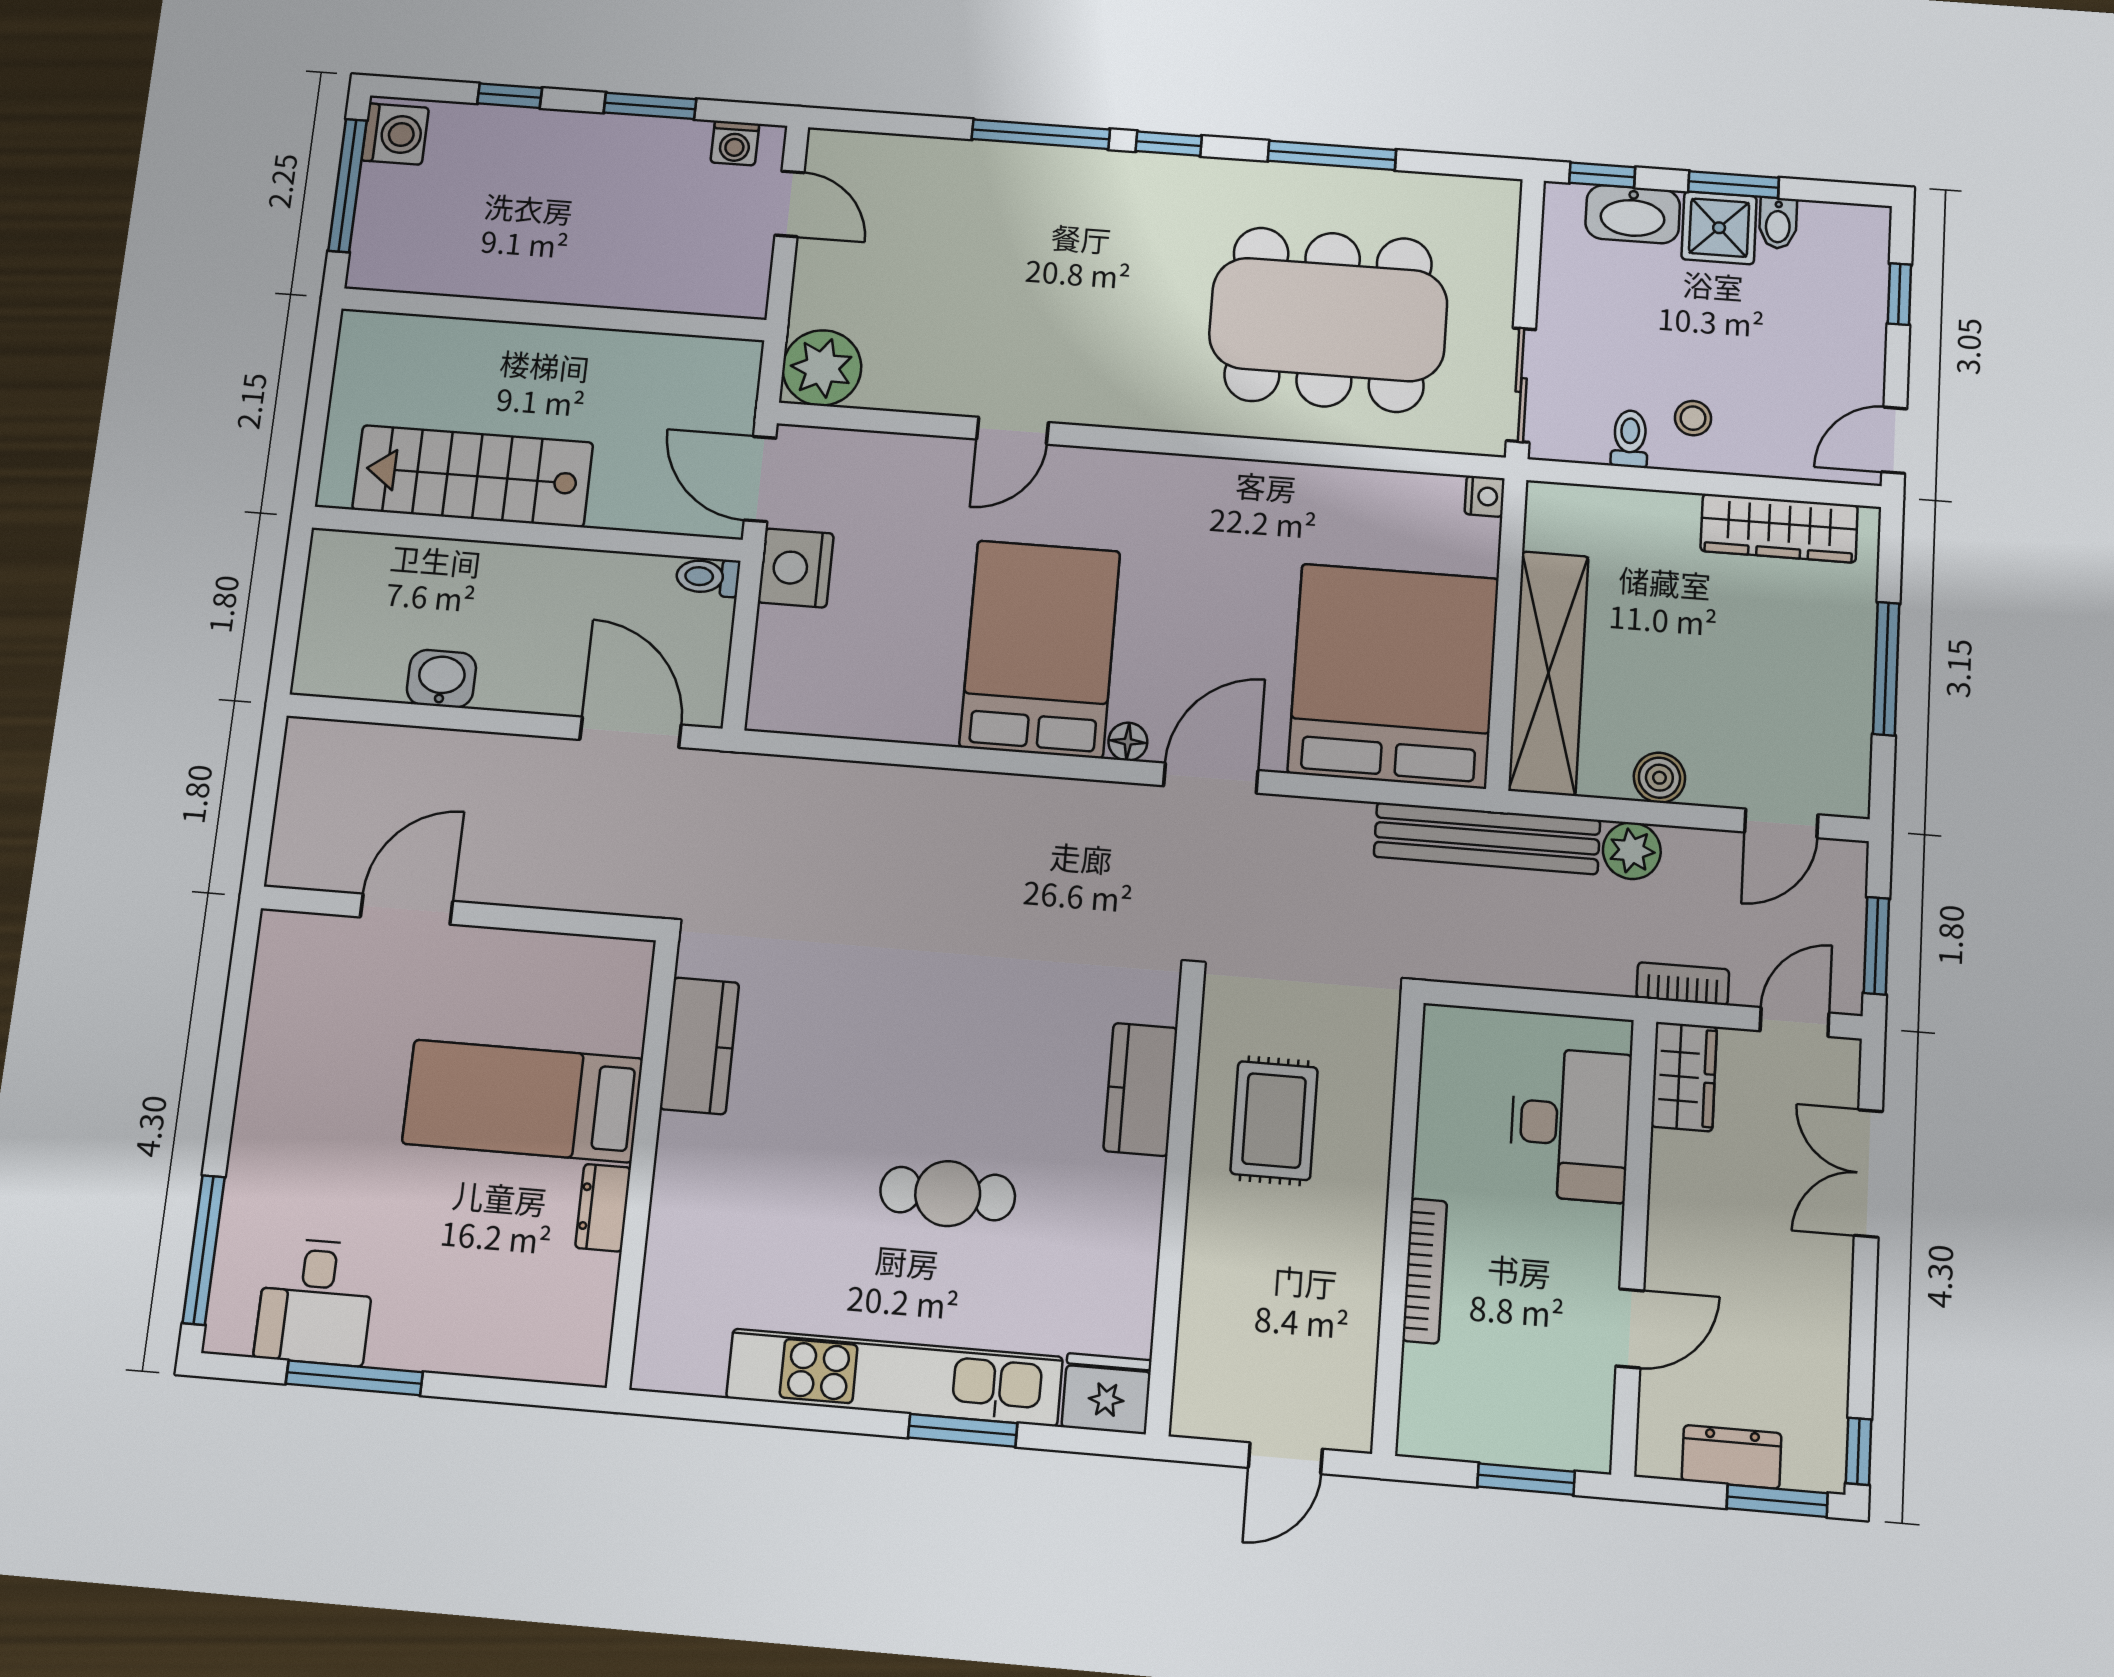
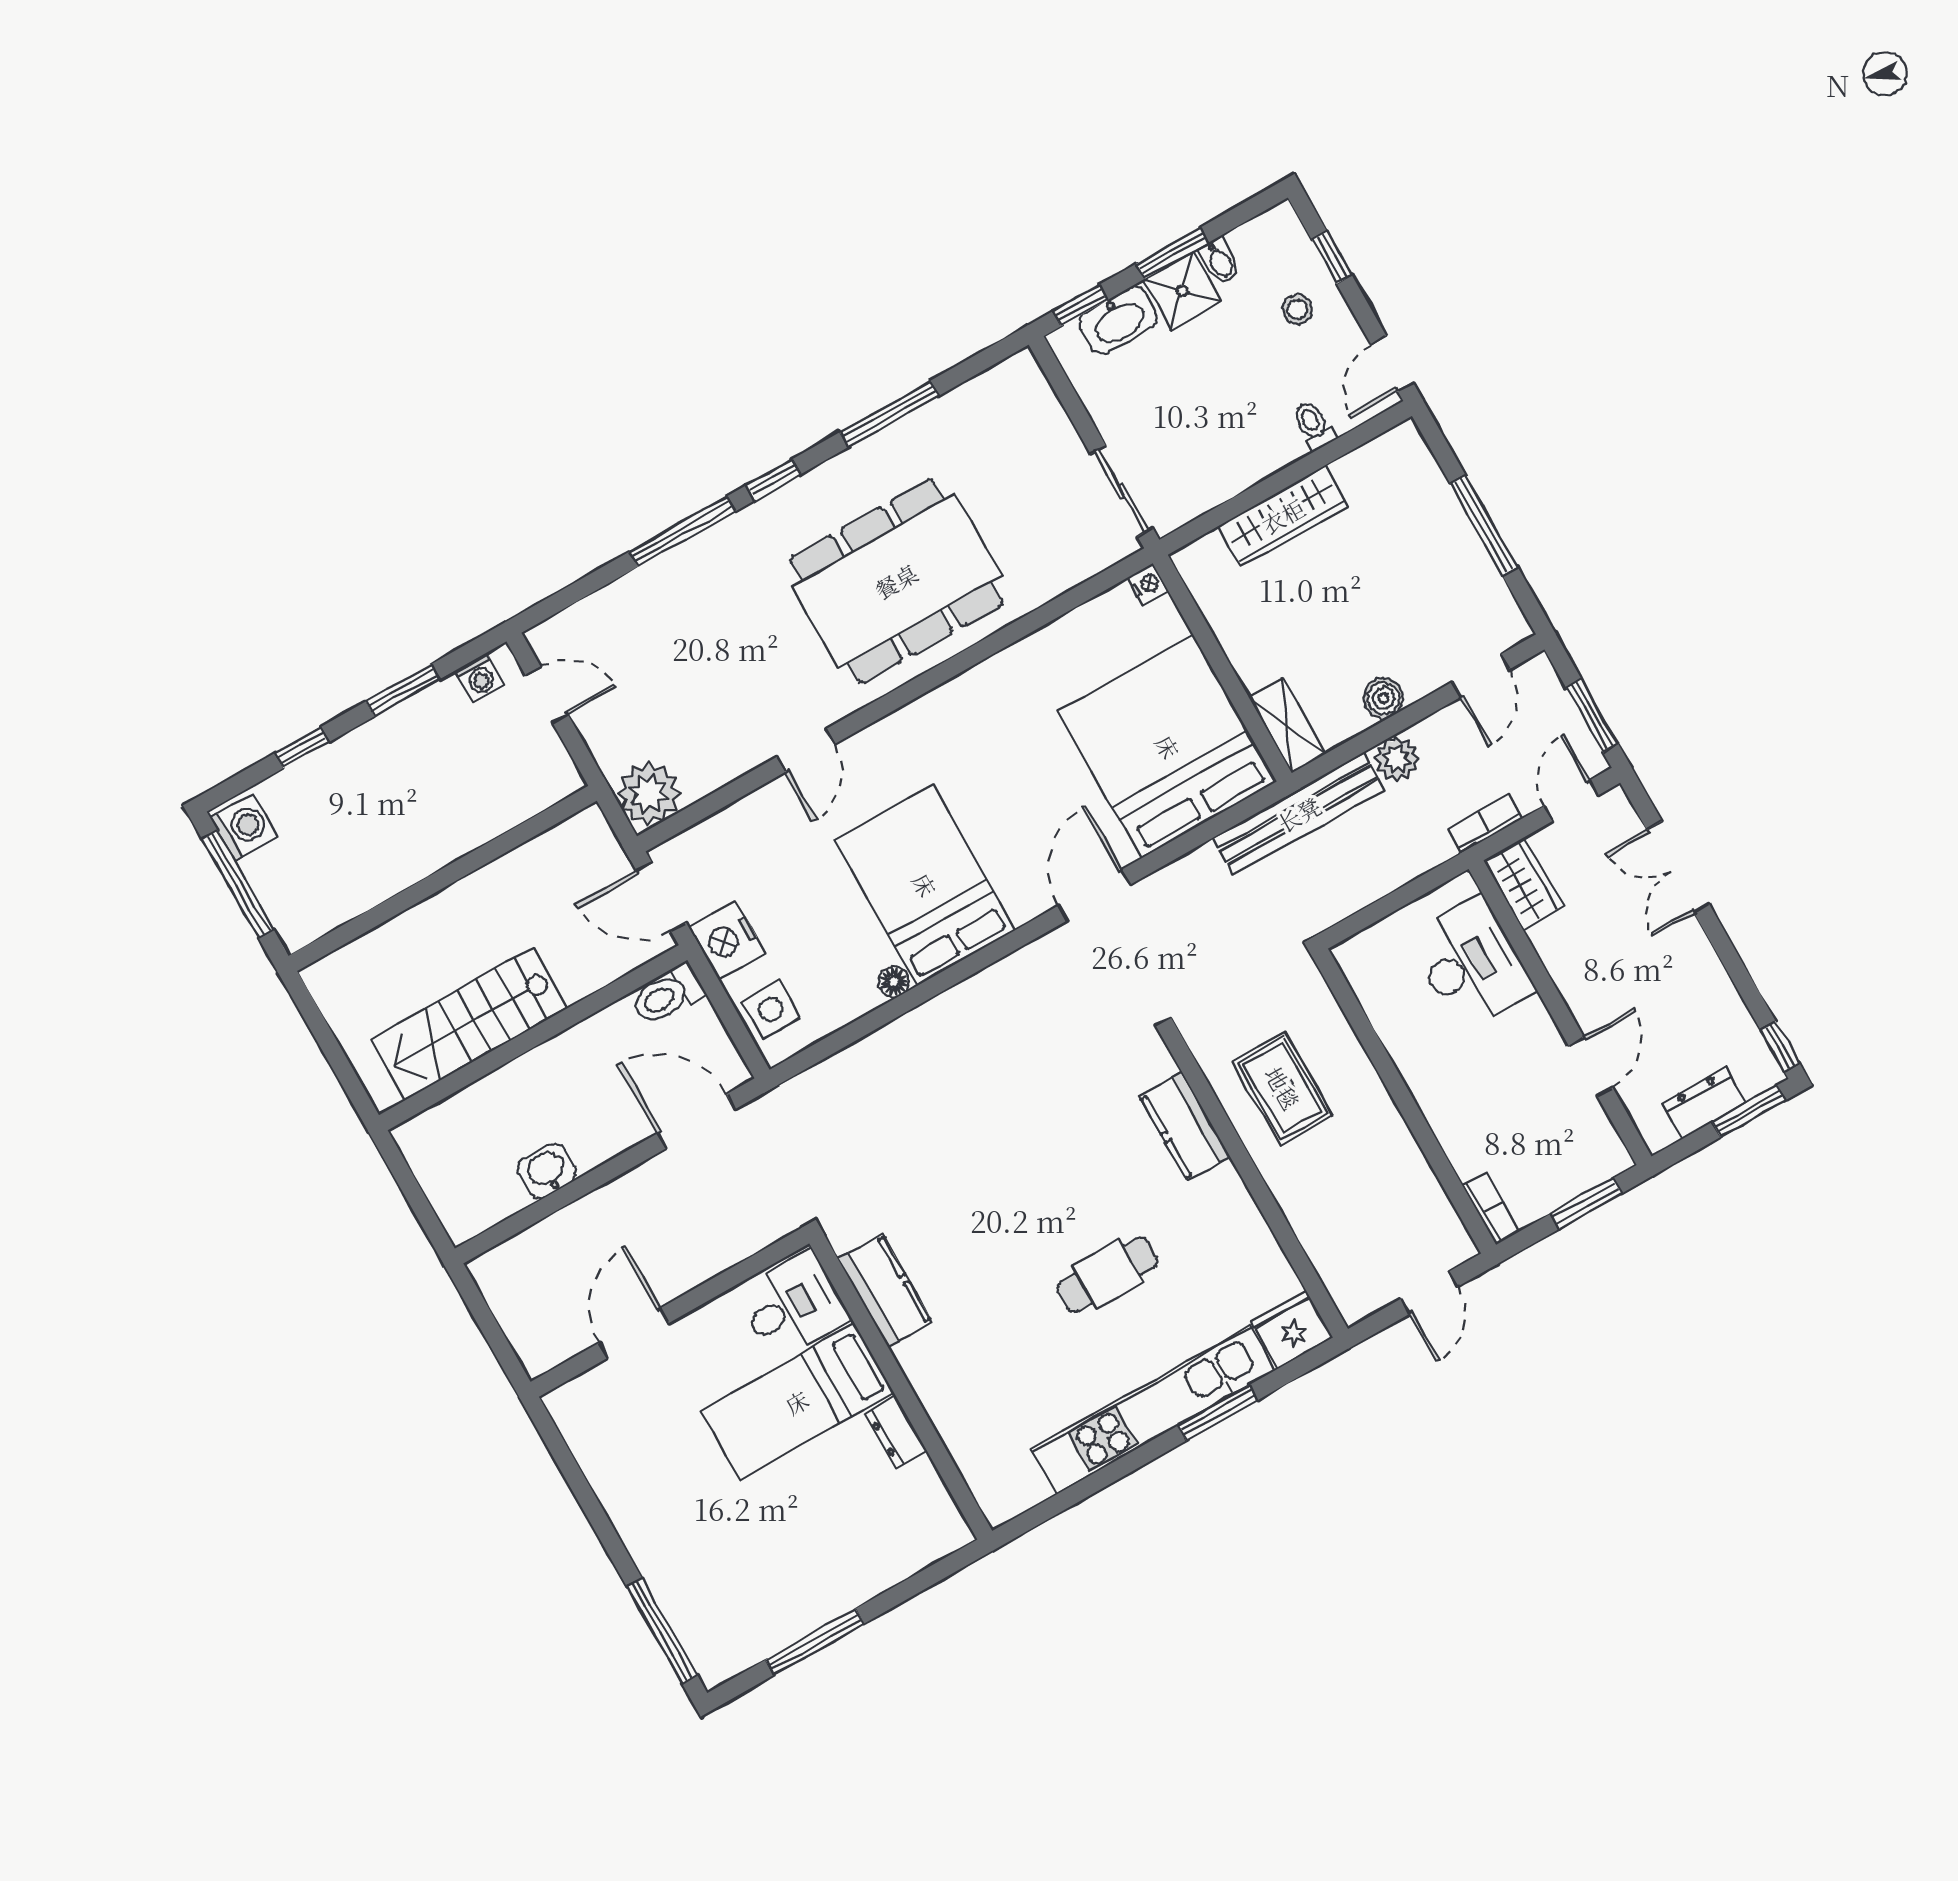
dining table: (1328, 319) -> (896, 581), moved
stool: (1693, 418) -> (1297, 309), moved
toilet: (1630, 439) -> (1314, 425), moved
wardrobe: (1779, 528) -> (1283, 516), moved
toilet: (708, 577) -> (668, 995), width x1.37, depth x1.39
side table: (790, 669) -> (771, 1009), added
shelving: (1549, 673) -> (1287, 725), width x0.45, depth x0.75
floor lamp: (1128, 742) -> (894, 982), moved
bookcase: (1425, 1271) -> (1491, 1209), moved, width x0.64
desk: (315, 1302) -> (793, 1306), moved, turned -90

